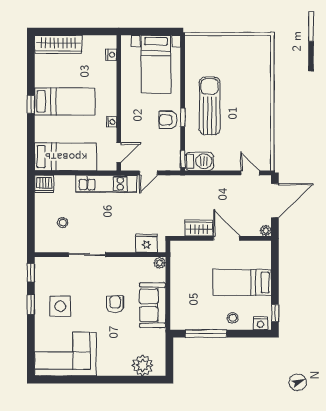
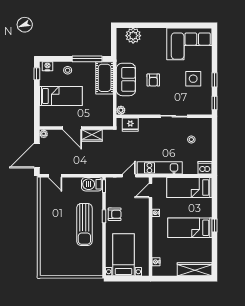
cot: (182, 307) -> (105, 78), added

